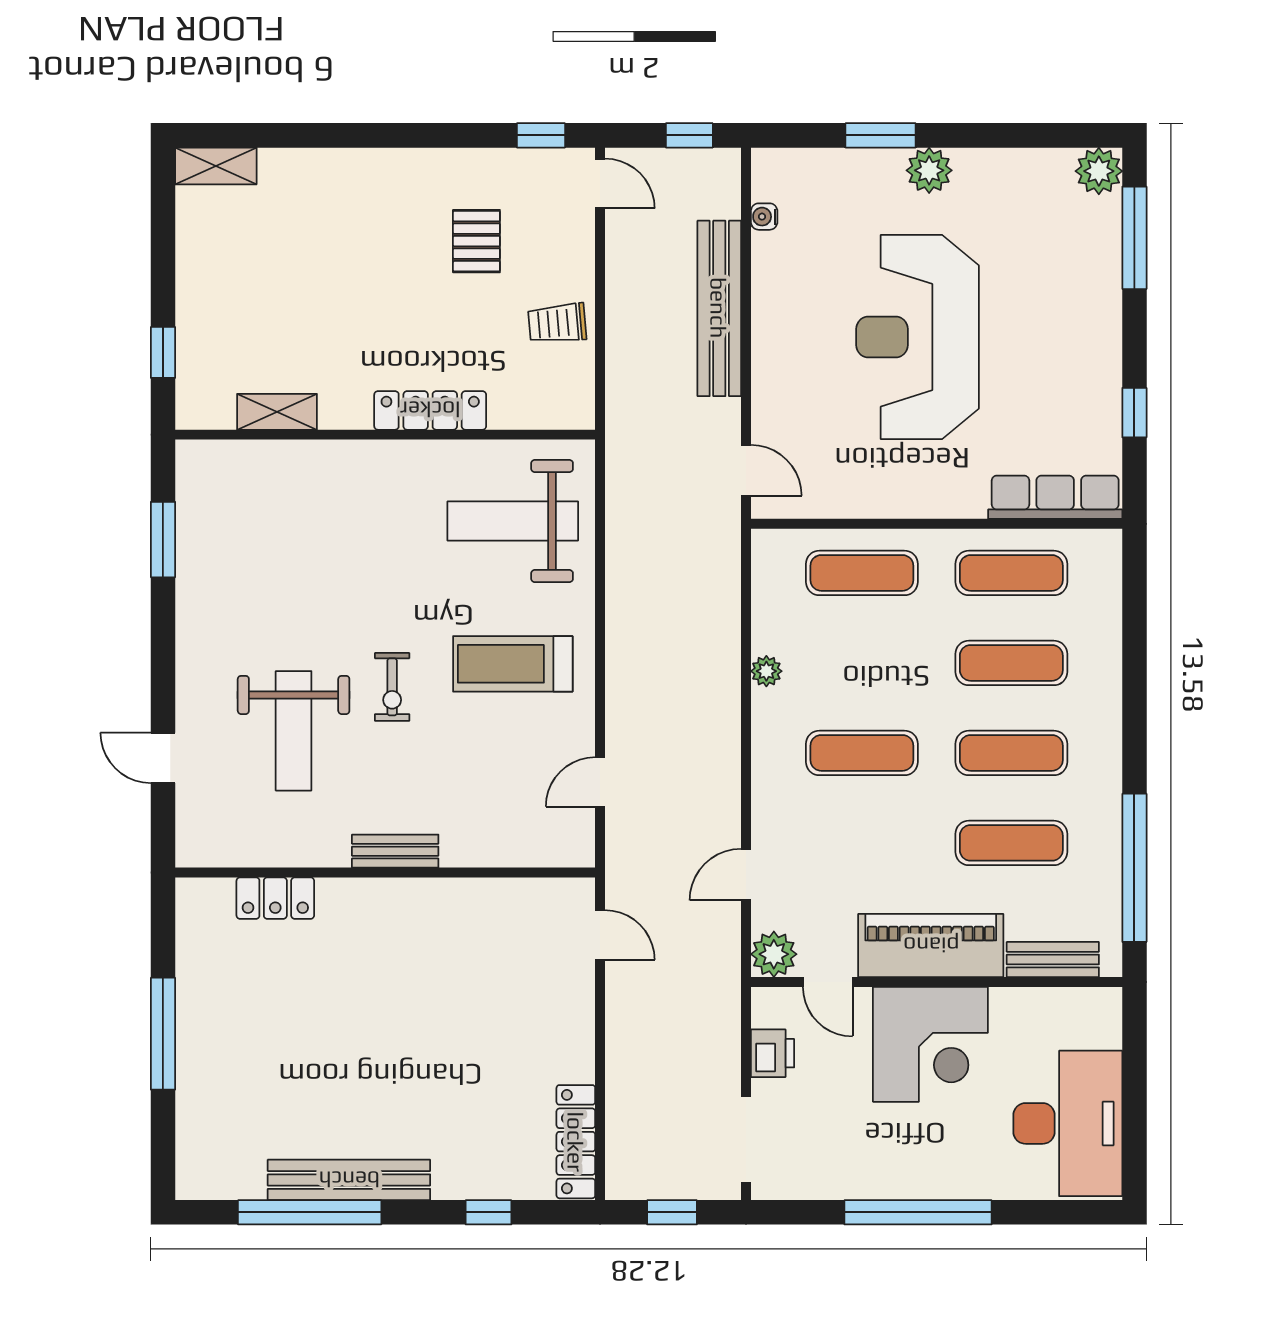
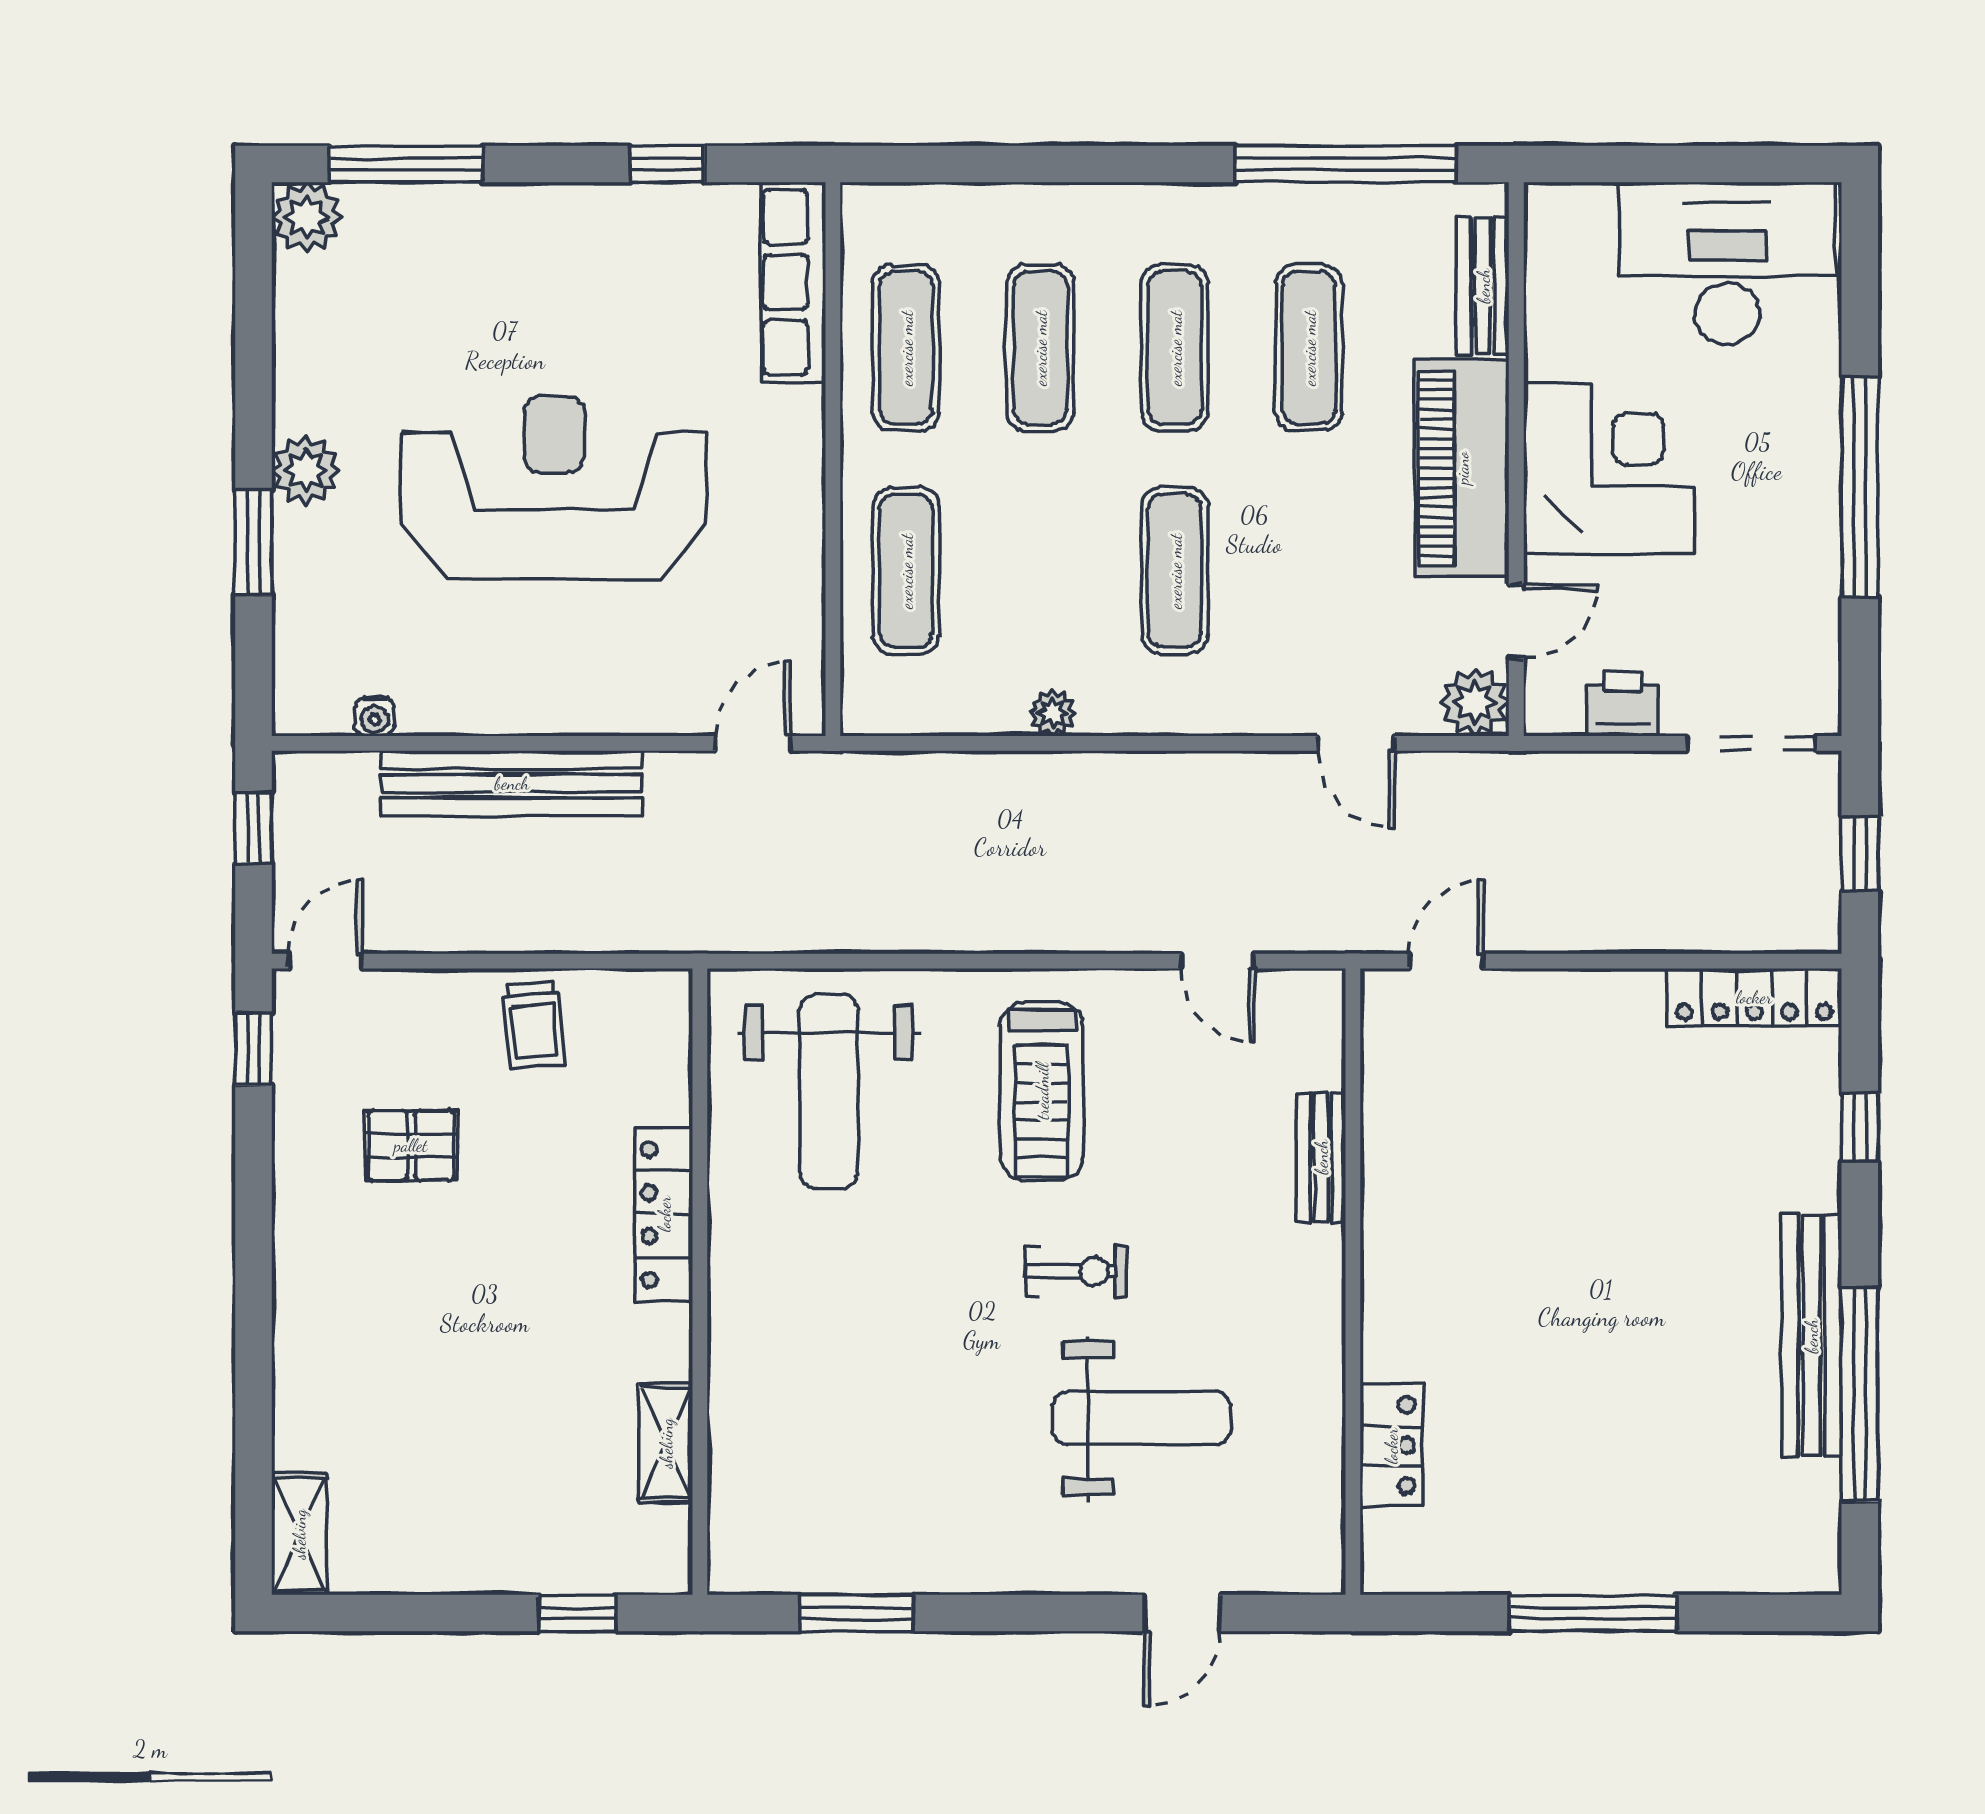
reception desk: (918, 337) -> (554, 488), turned 180
bench: (395, 851) -> (1321, 1157), moved

